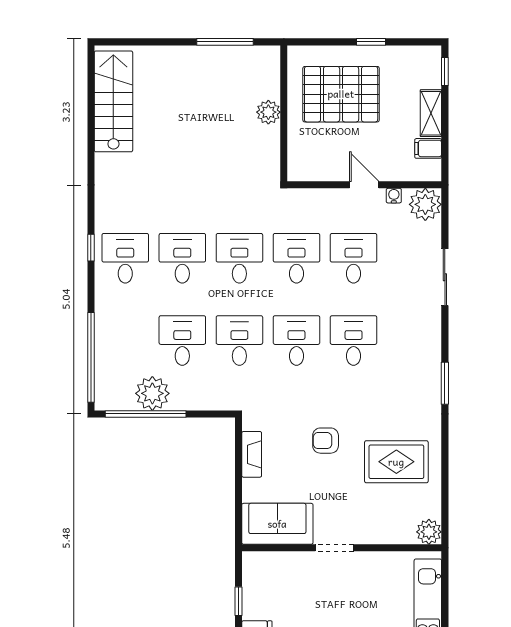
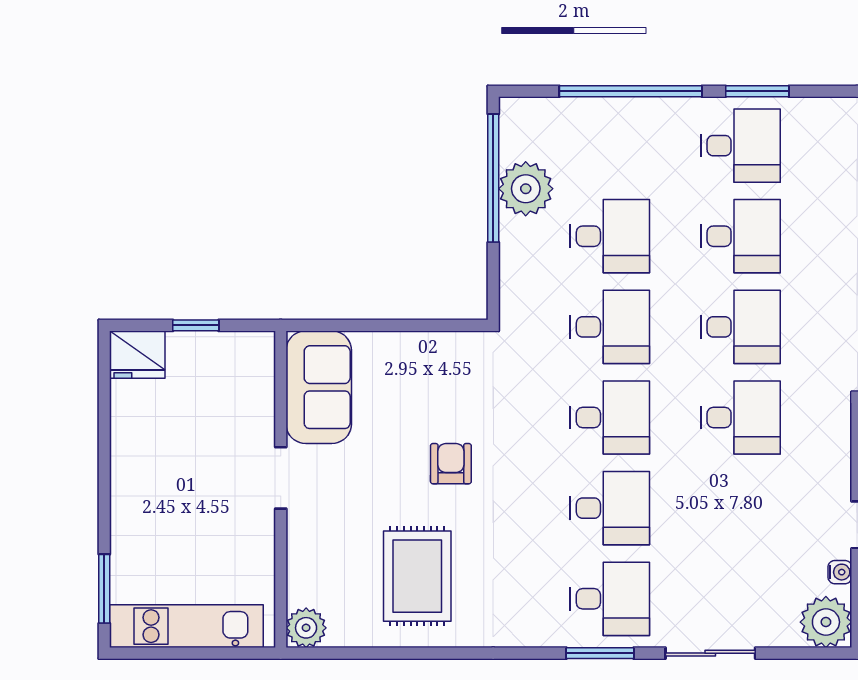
window: (91, 248) -> (757, 91), width x1.50
desk: (354, 258) -> (610, 599), moved
window: (91, 357) -> (631, 91), moved
window: (445, 383) -> (600, 653), moved
fireplace: (252, 454) -> (429, 346), removed

